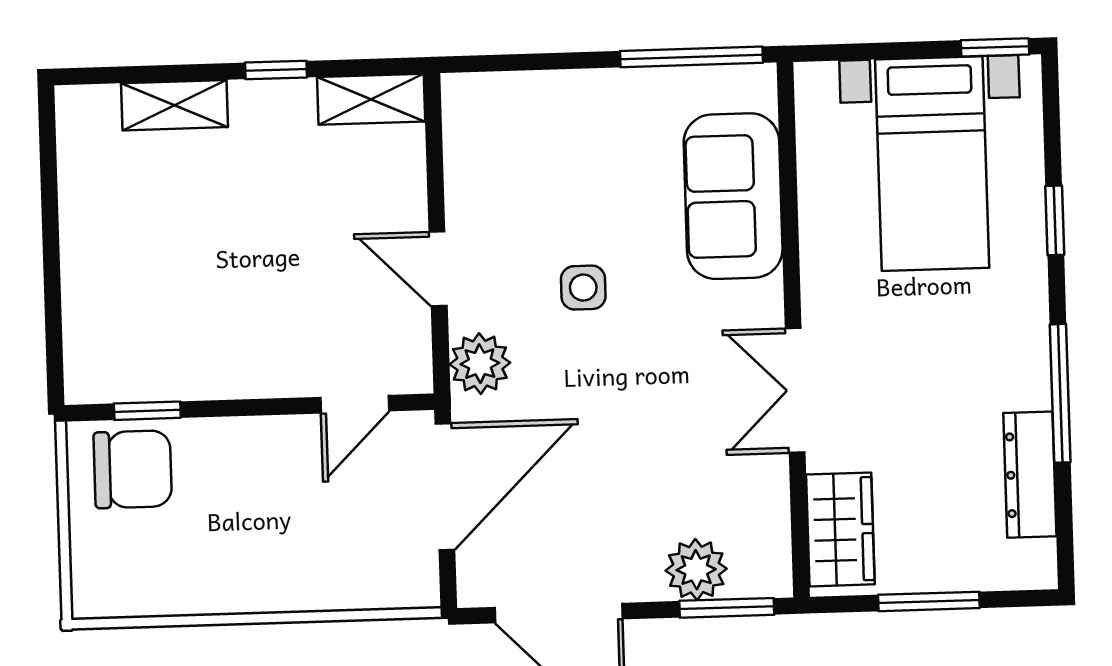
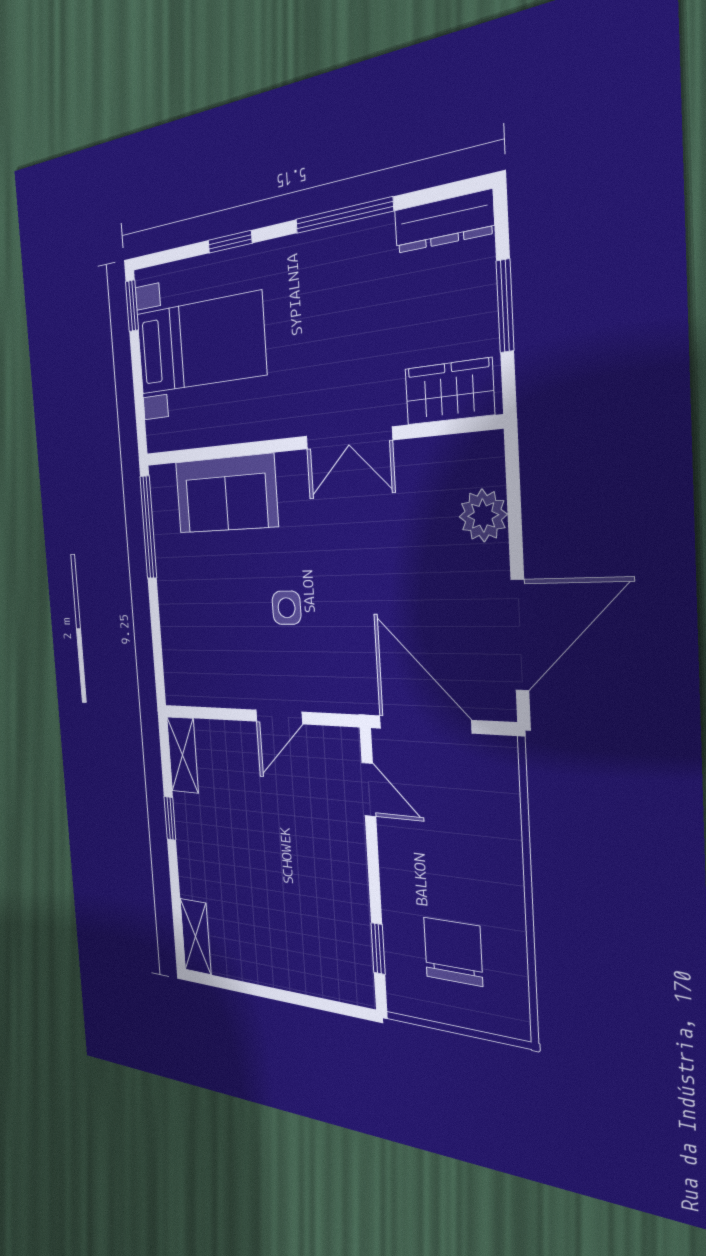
shelving: (175, 105) -> (196, 936), moved
plant: (480, 364) -> (338, 690), removed
chair: (133, 469) -> (453, 952), moved
dresser: (1030, 475) -> (444, 222), moved
window: (727, 608) -> (513, 488), removed

